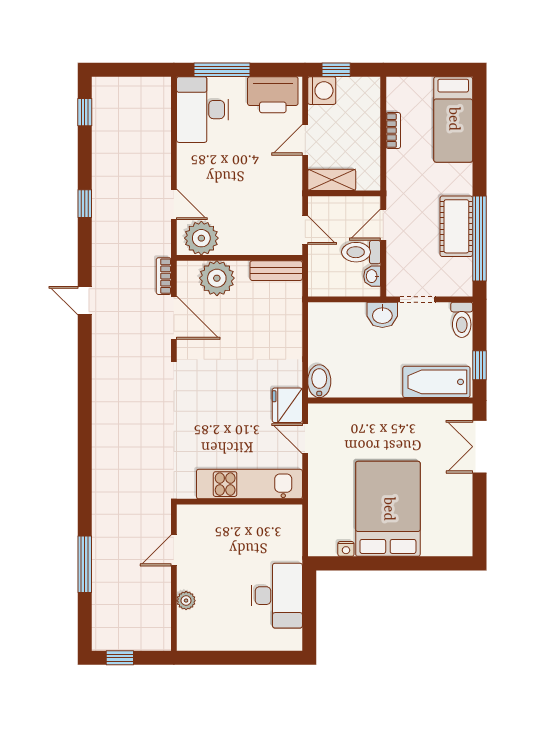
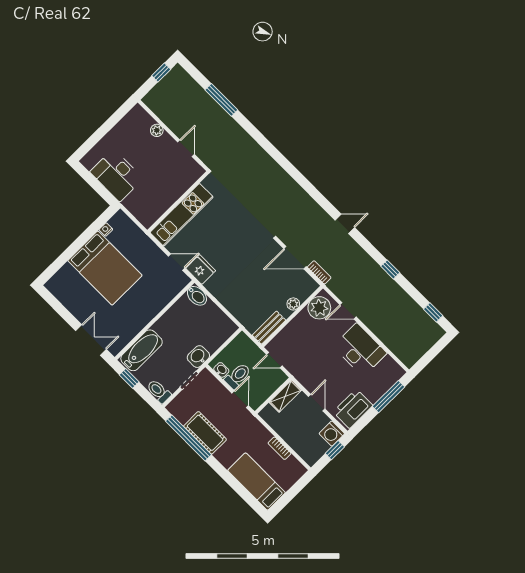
desk: (203, 110) -> (360, 350), moved
plant: (217, 278) -> (293, 304), width x0.53, depth x0.53

